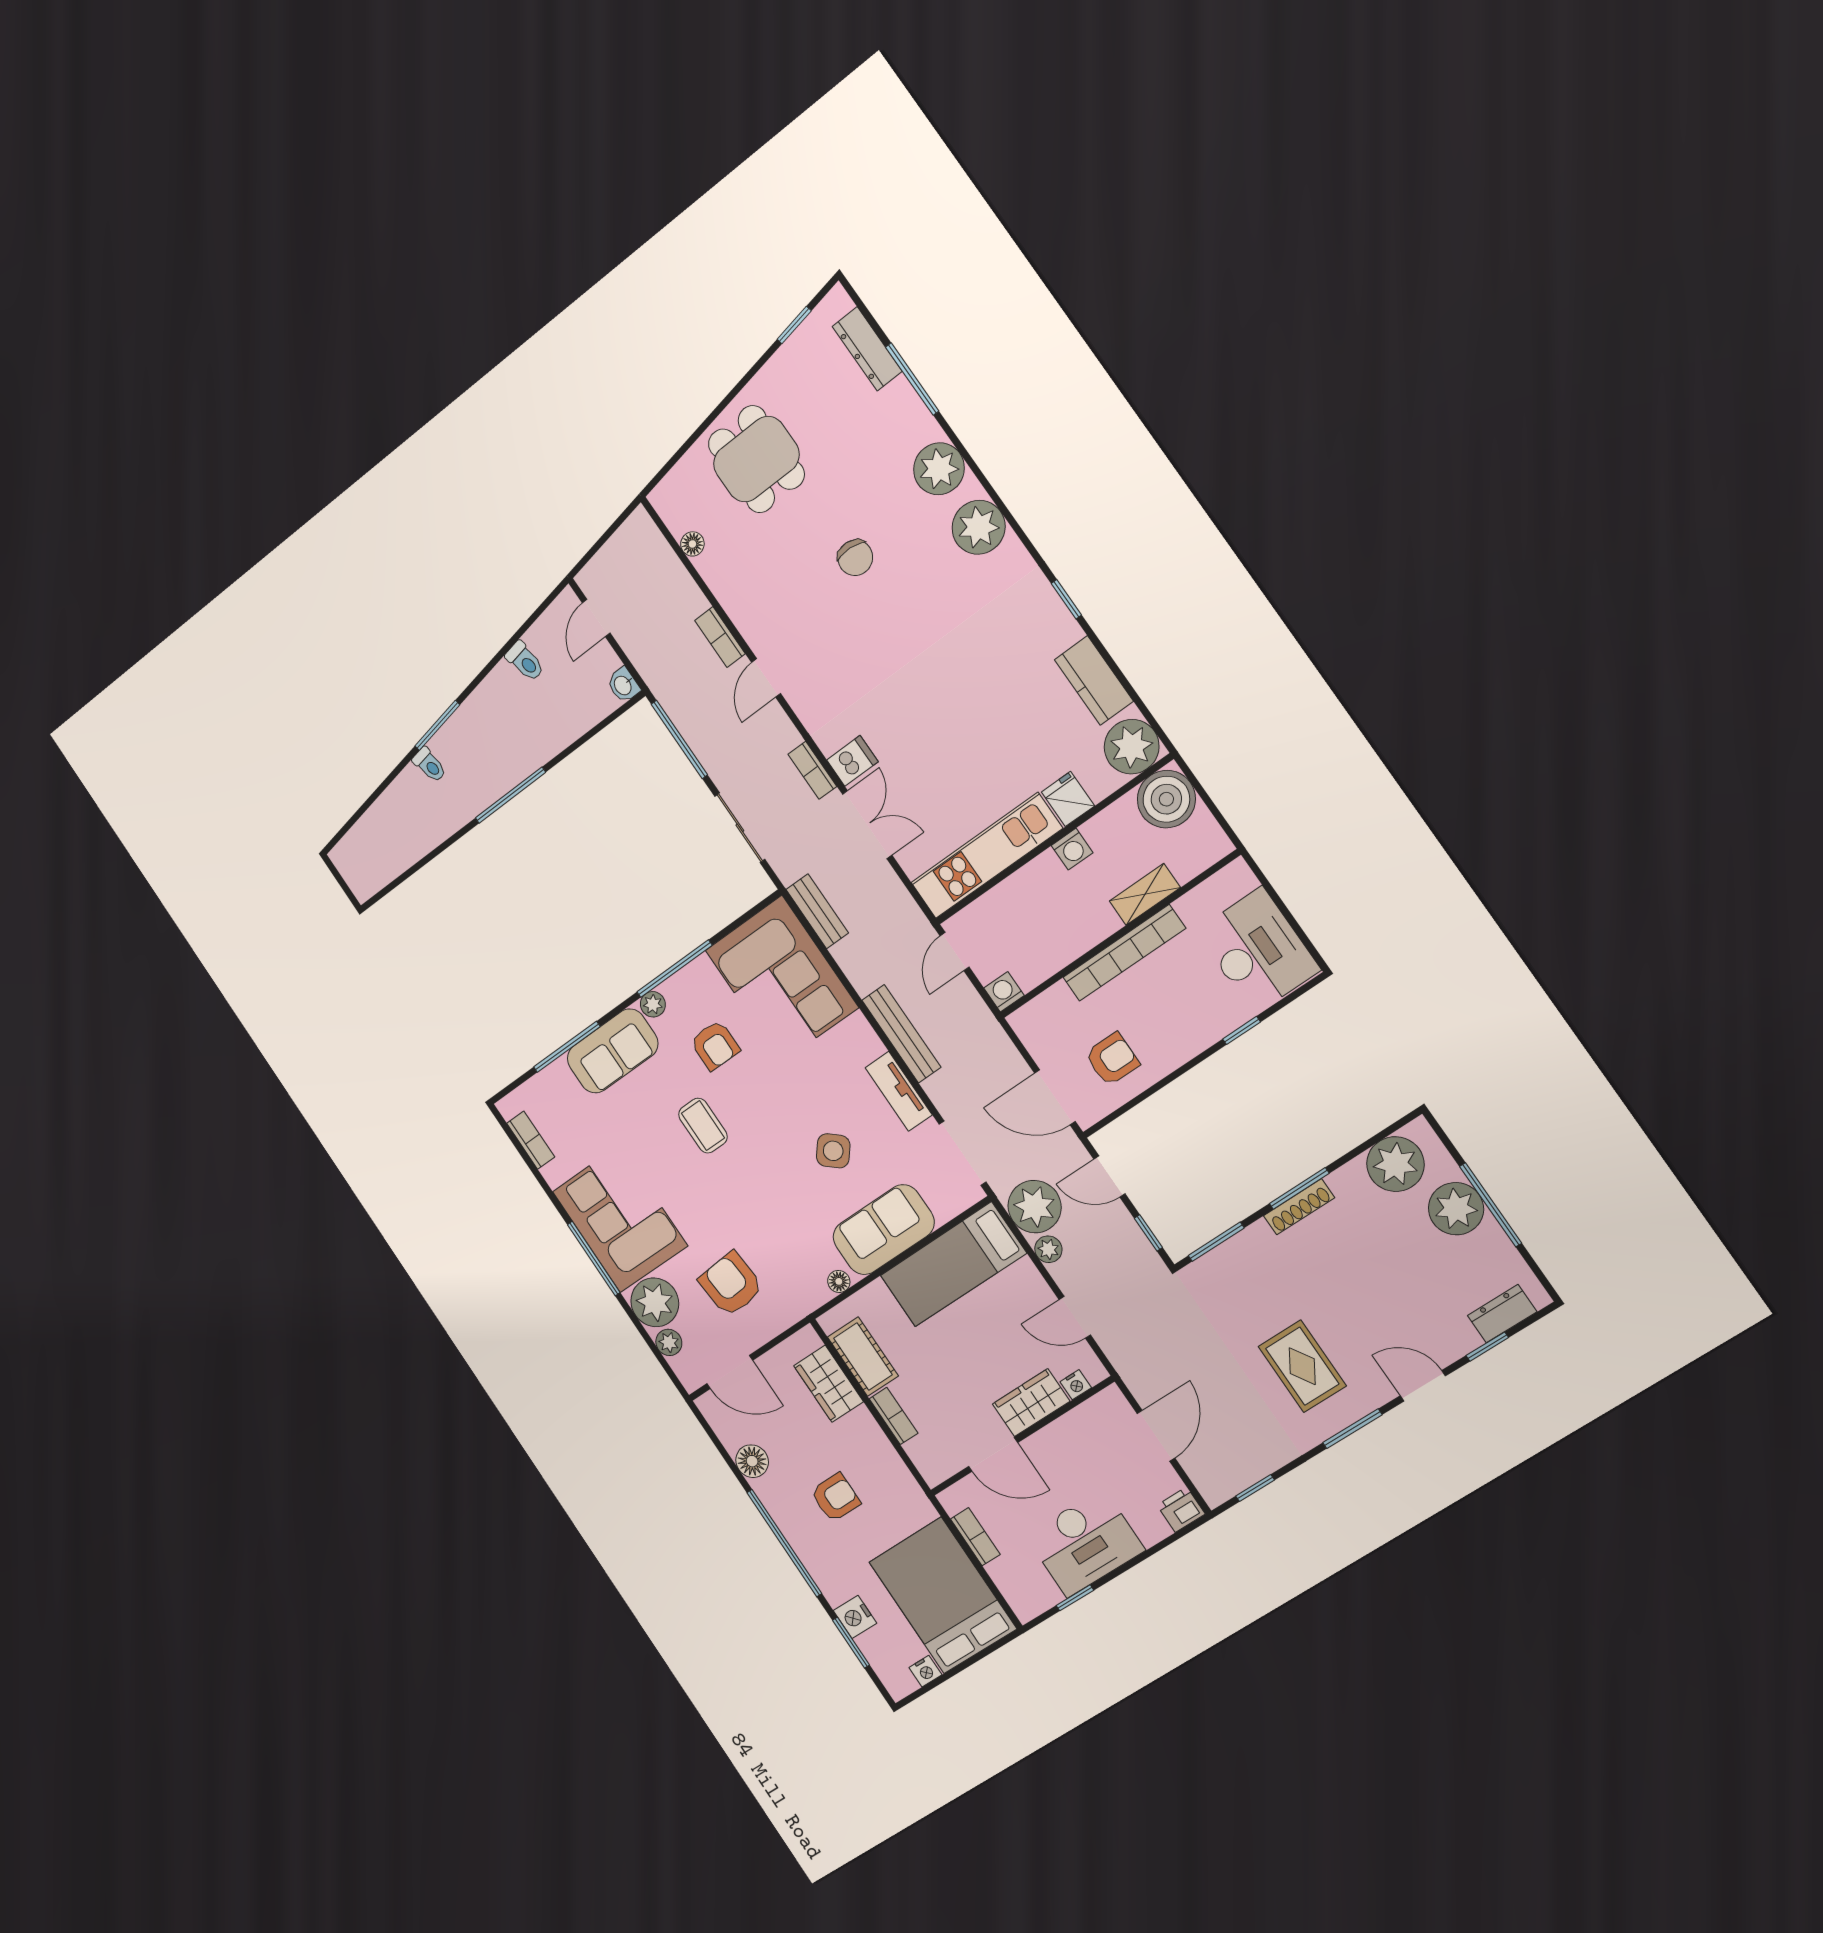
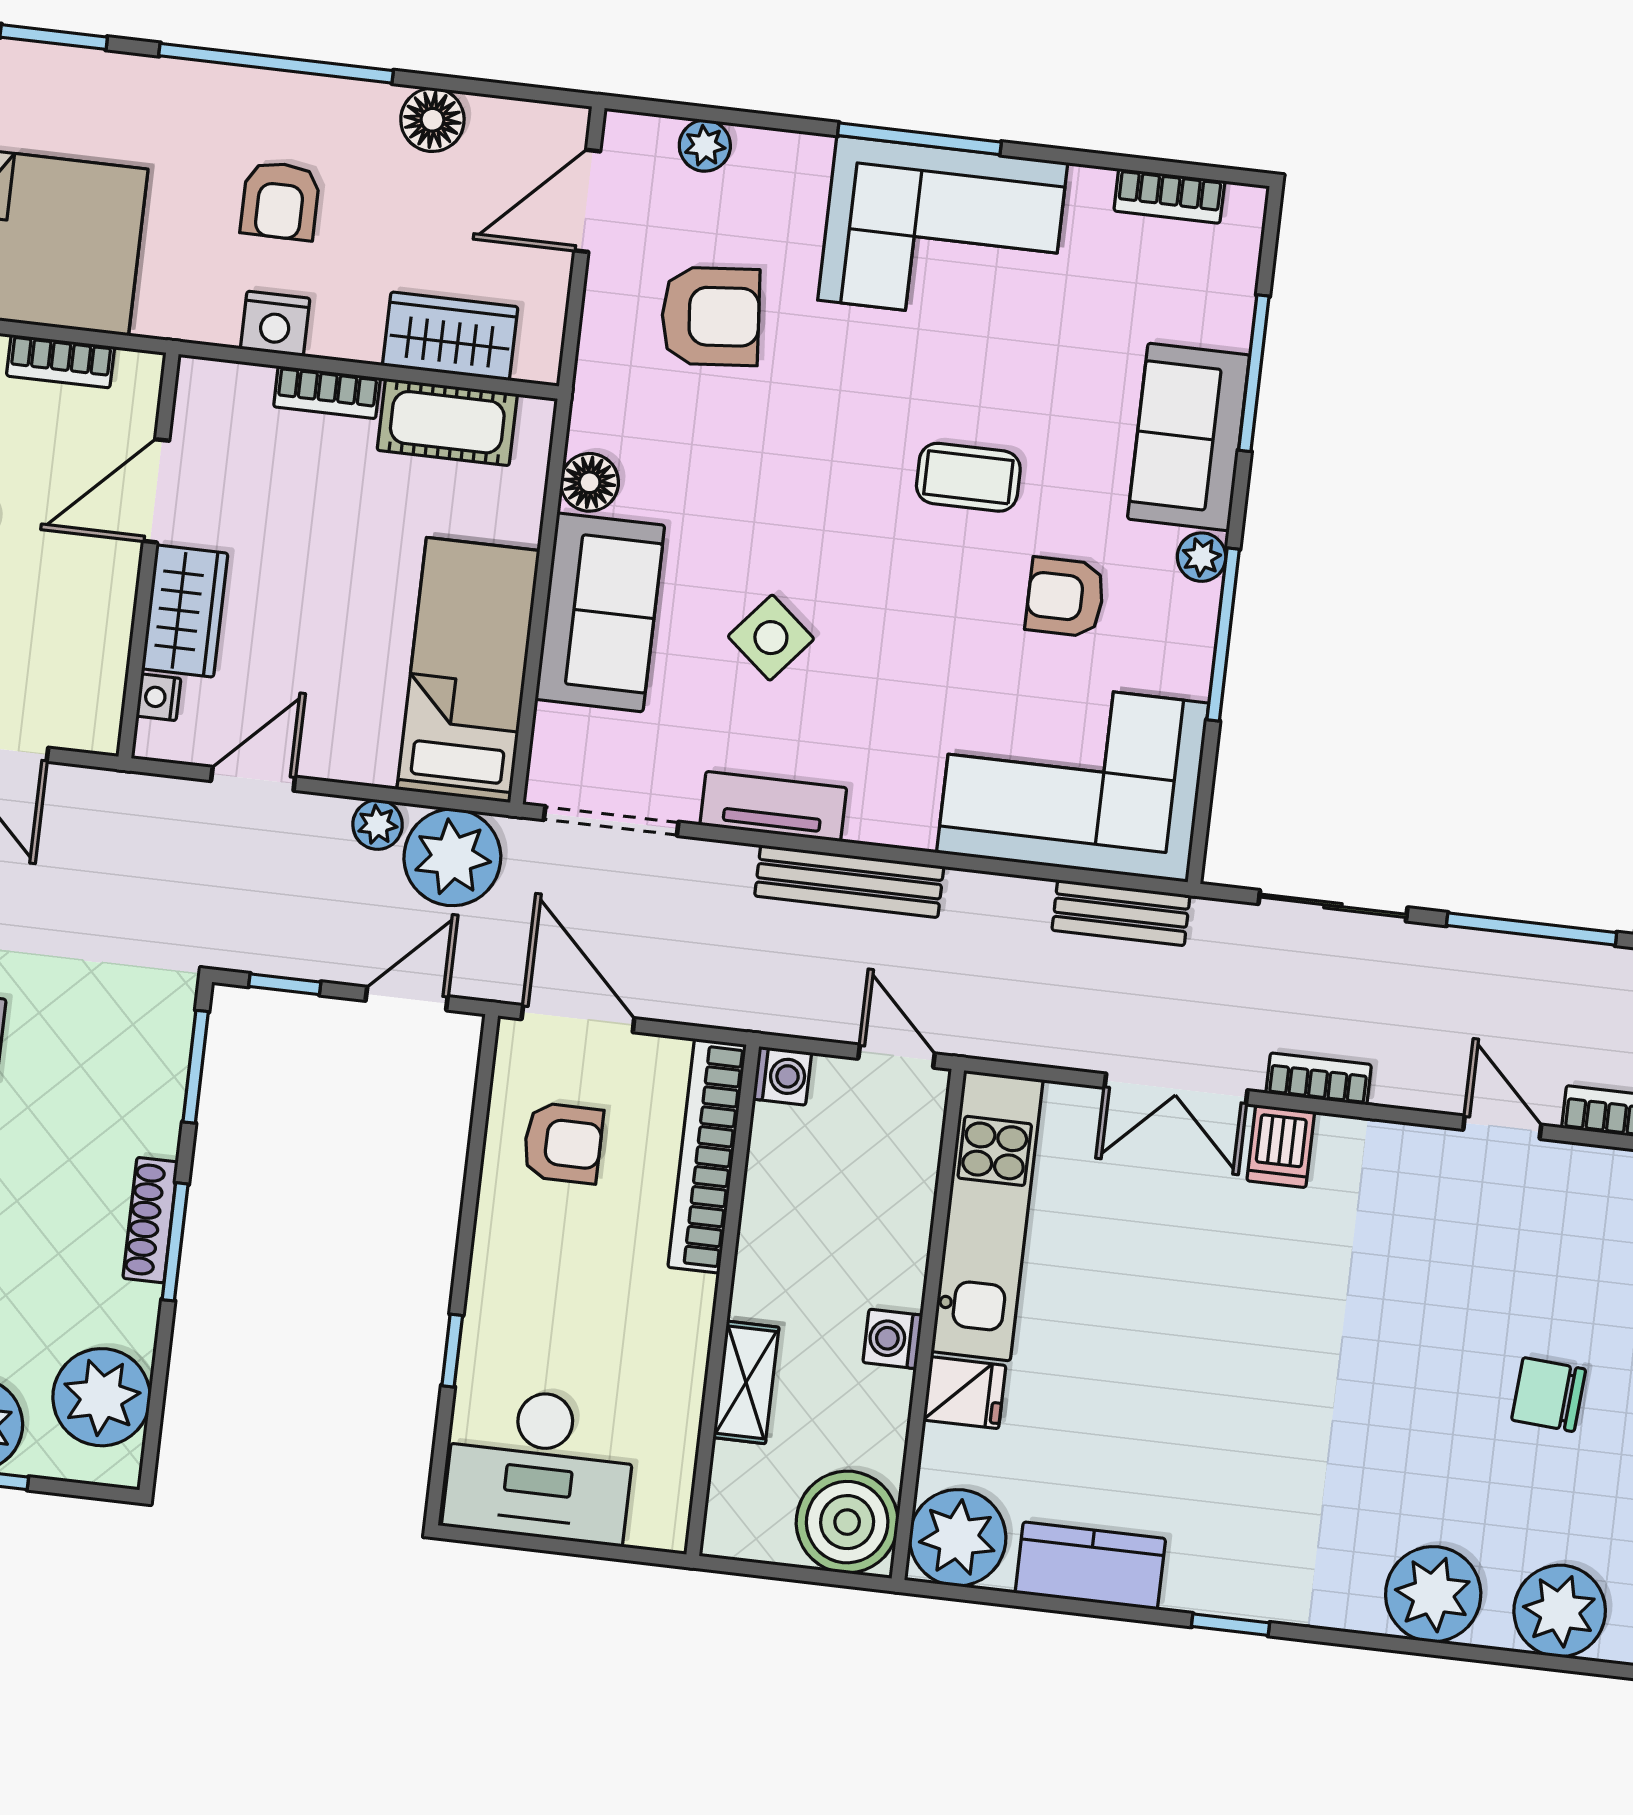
bookcase: (1124, 953) -> (707, 1156), moved
armchair: (1112, 1059) -> (563, 1143), turned -90
door: (1055, 1097) -> (578, 1019), hinge flipped
floor lamp: (839, 1281) -> (590, 482), width x1.37, depth x1.37
plant: (655, 1302) -> (780, 176), removed
nightstand: (855, 1617) -> (275, 324), moved, turned 180

